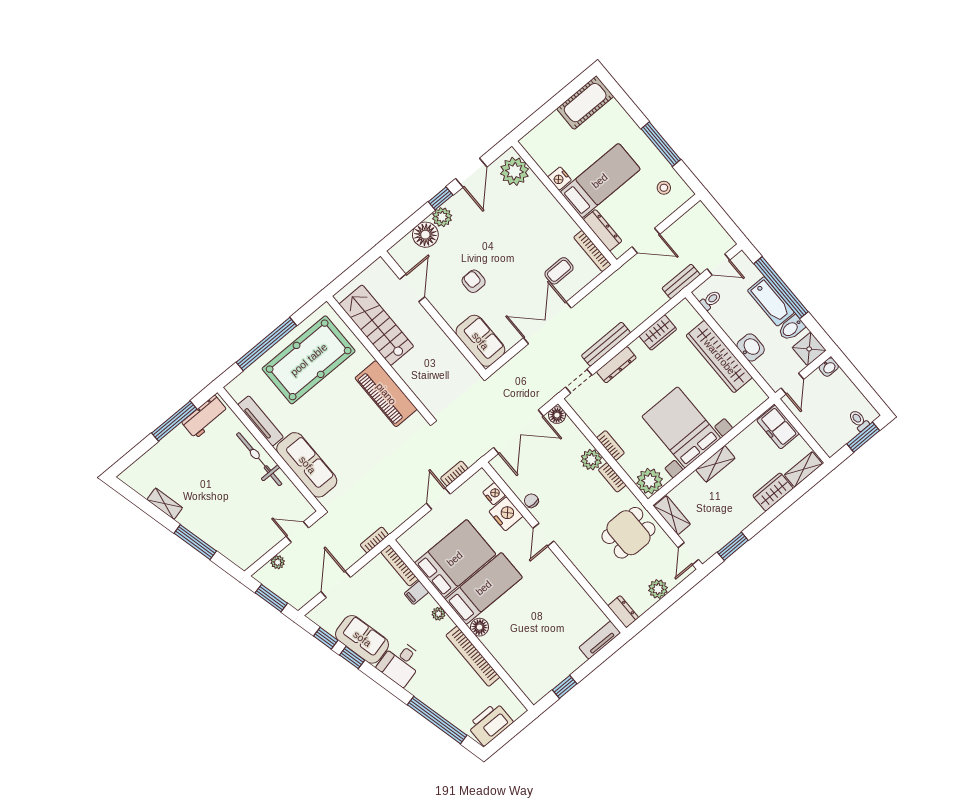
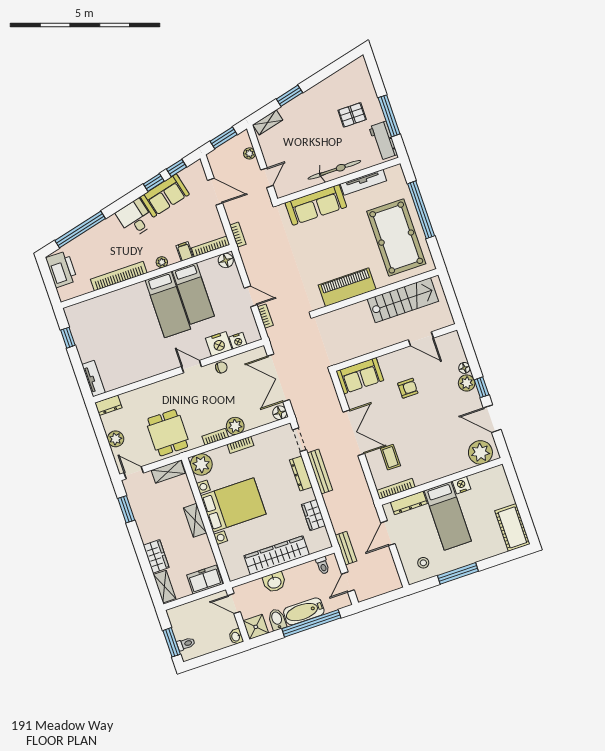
floor lamp: (425, 235) -> (464, 368), width x0.53, depth x0.53
pallet: (189, 463) -> (352, 115), added
shelving: (165, 504) -> (268, 122), moved
window: (195, 542) -> (289, 96), width x0.69
bed: (455, 559) -> (193, 294), width x0.67
floor lamp: (480, 627) -> (226, 260), moved

